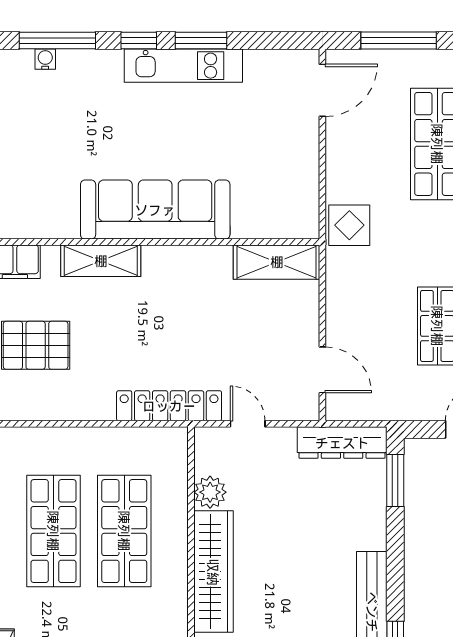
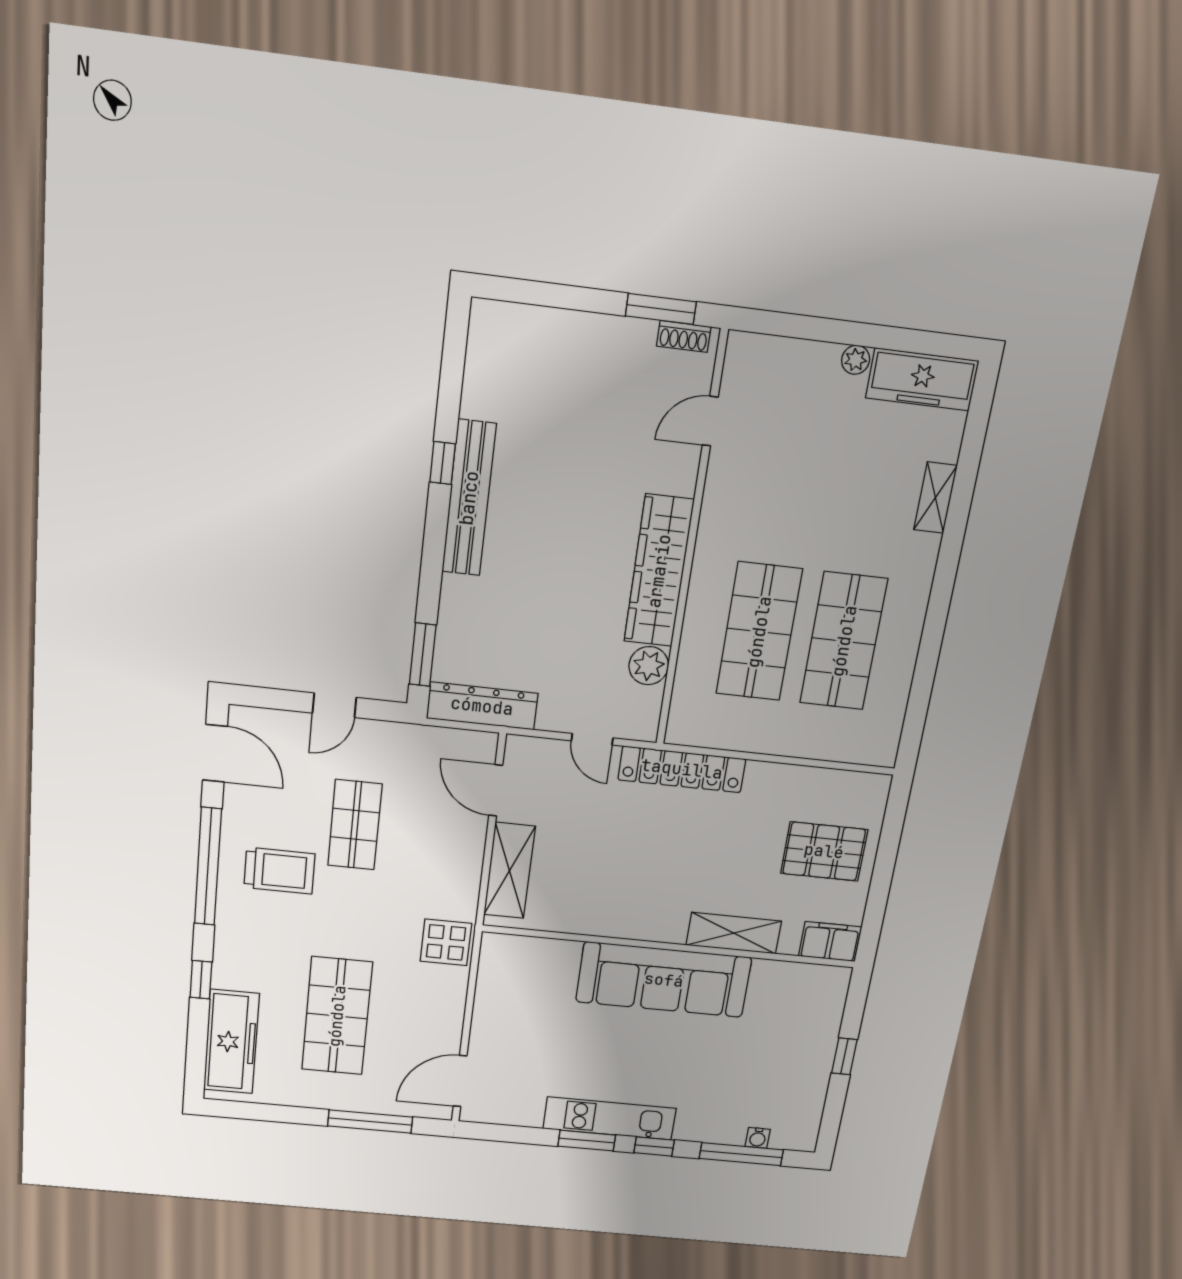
shelving: (277, 262) -> (509, 871), moved, turned 90

